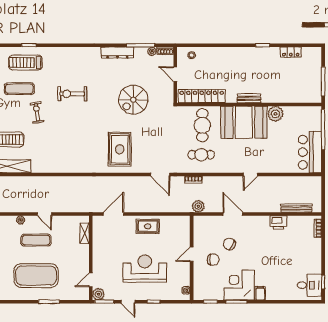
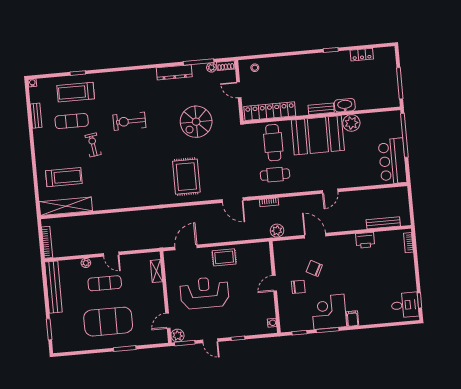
washbasin: (271, 97) -> (345, 105), added
reception desk: (145, 269) -> (204, 293), moved

